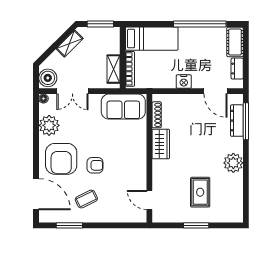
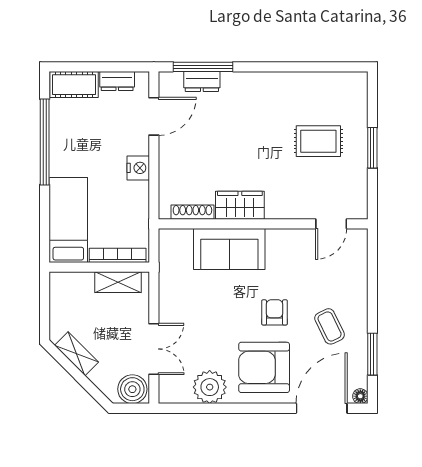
window: (100, 24) -> (45, 304), removed
floor lamp: (43, 99) -> (360, 396), moved
sofa: (123, 107) -> (229, 249), moved, turned 90
dresser: (237, 121) -> (202, 81), width x0.70
armchair: (61, 159) -> (264, 367), turned 180
plant: (233, 163) -> (271, 87), removed

